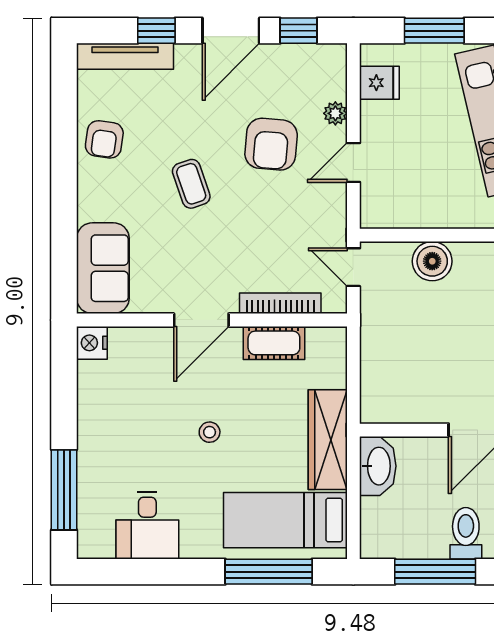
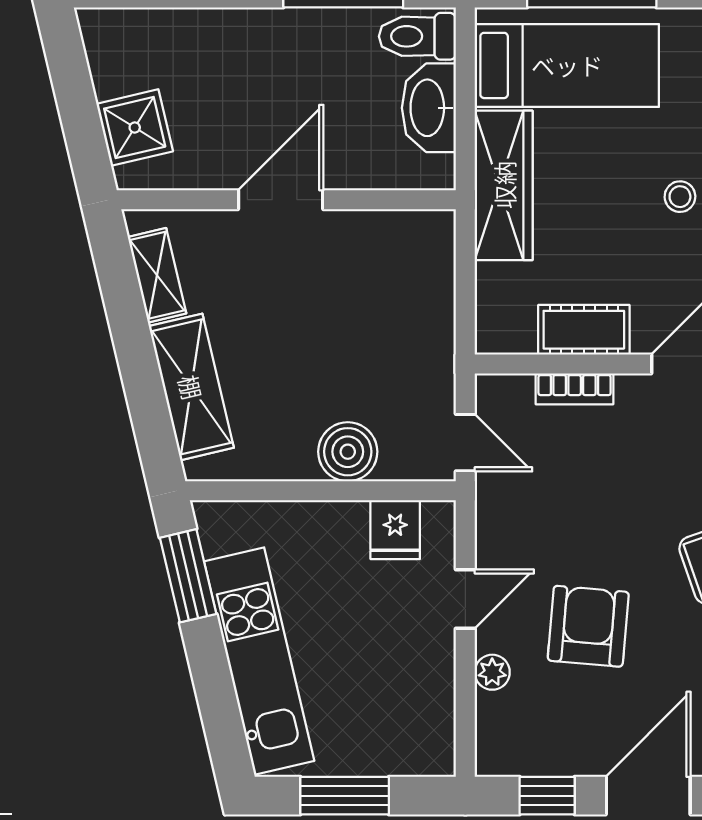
fridge: (379, 83) -> (395, 530), moved, turned -90
bookcase: (280, 303) -> (575, 389), width x0.64
washbasin: (378, 466) -> (429, 108), moved
toilet: (466, 533) -> (417, 36), moved, turned 90

